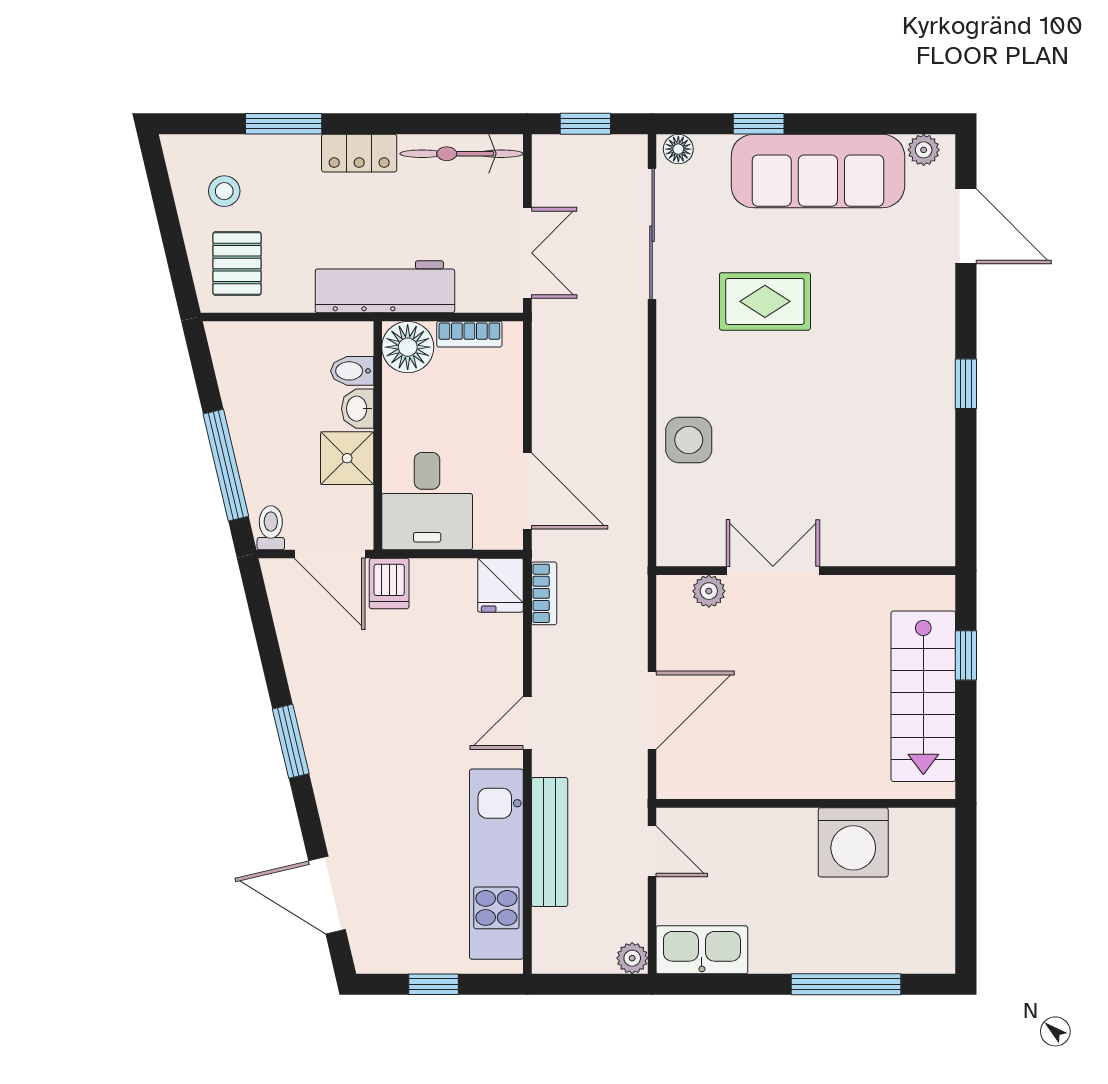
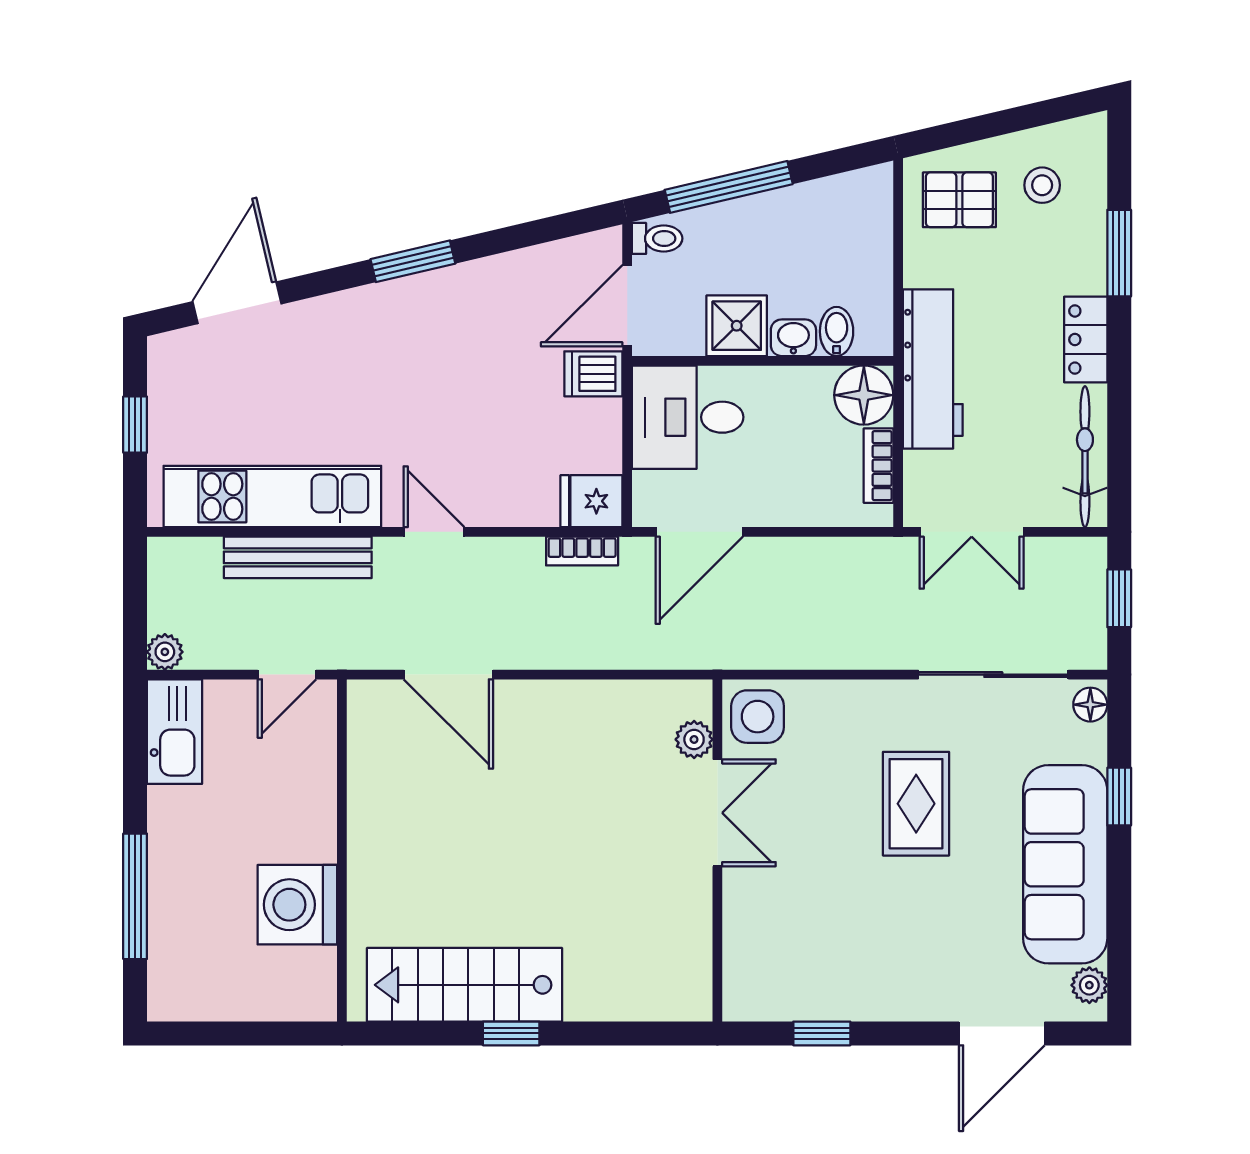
double door: (773, 571) -> (717, 813), moved
wall: (806, 571) -> (717, 850), moved
plant: (709, 591) -> (694, 739), moved

